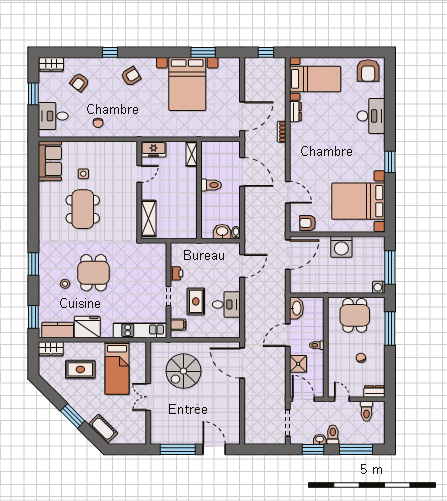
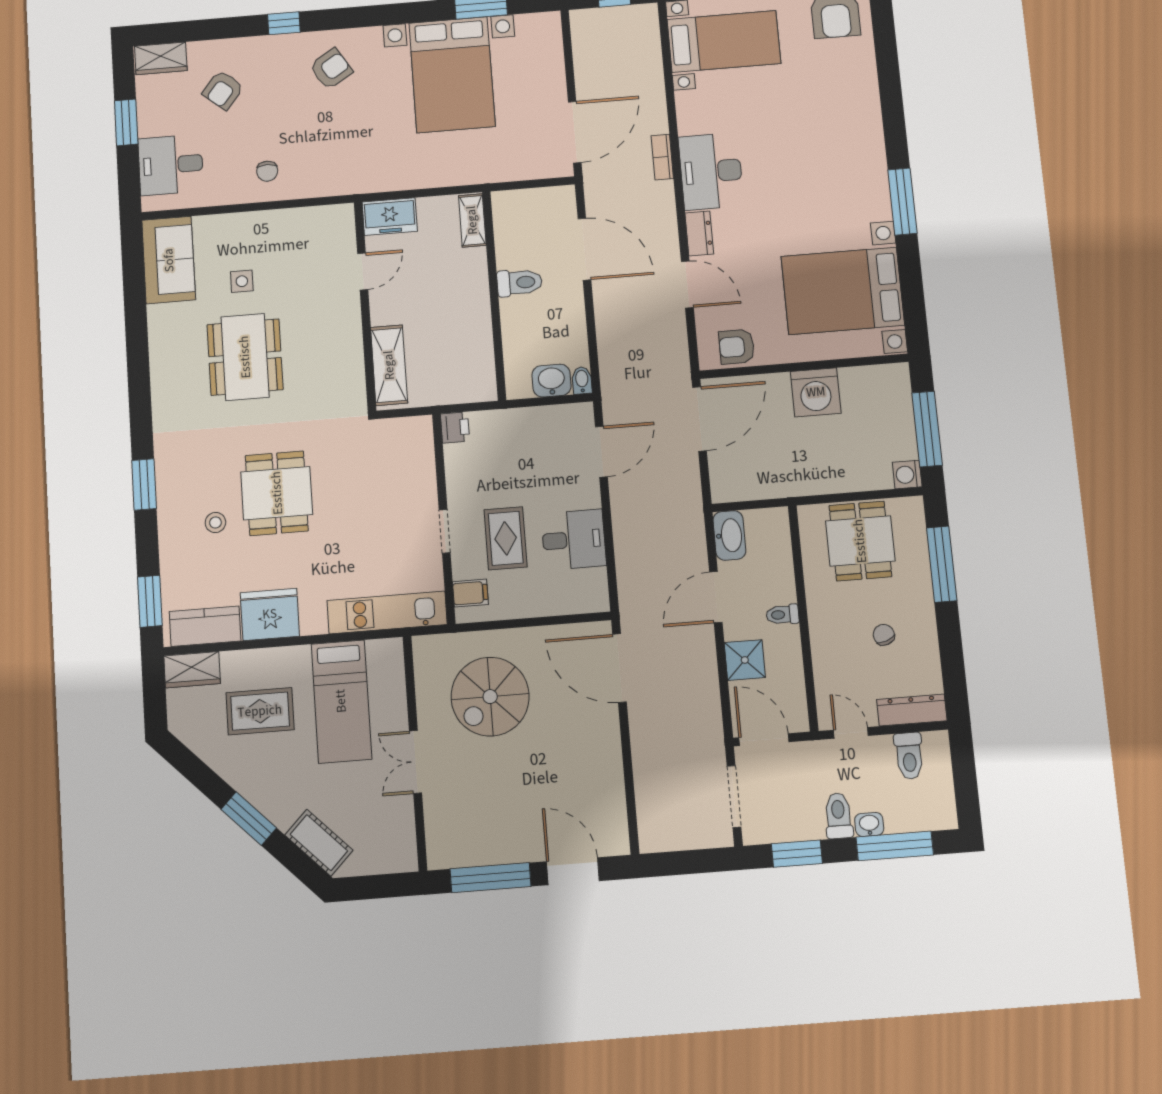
dresser: (295, 112) -> (699, 234), moved
desk: (371, 116) -> (711, 171), moved, turned 180
window: (390, 162) -> (902, 202), width x1.44
printer: (177, 273) -> (455, 427), moved
dresser: (374, 392) -> (912, 710), width x1.44
washbasin: (320, 439) -> (869, 824), moved

